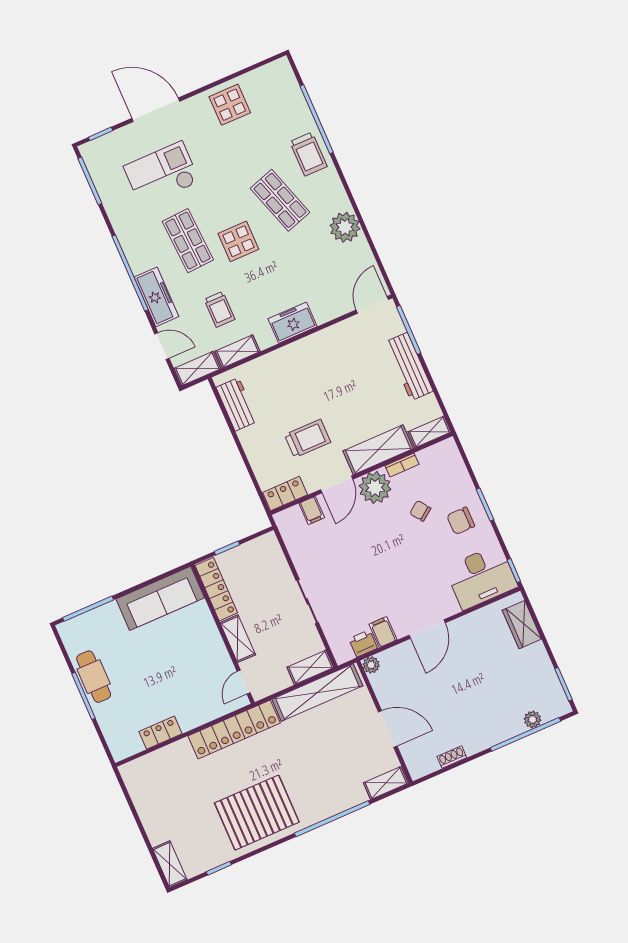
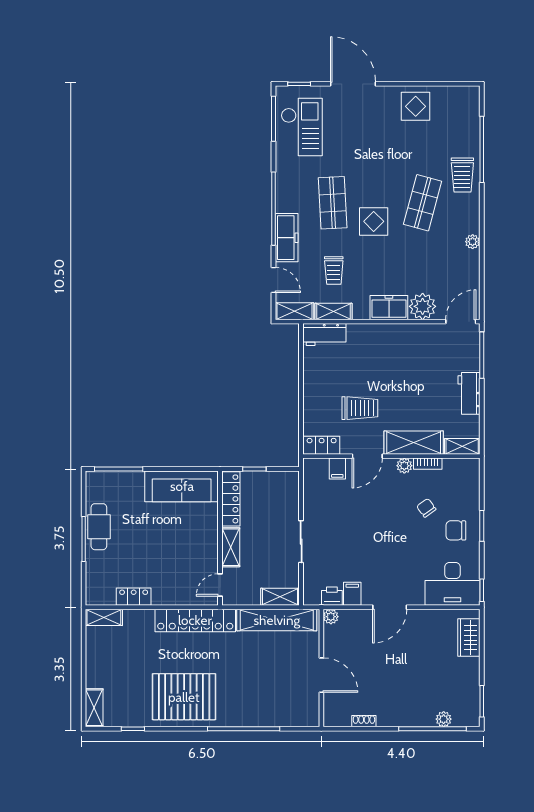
checkout: (162, 174) -> (302, 127), moved, turned 90
shop shelf: (280, 200) -> (423, 203), turned 33
plant: (345, 227) -> (473, 242), width x0.53, depth x0.53
plant: (326, 306) -> (423, 306), added
workbench: (409, 367) -> (469, 393), width x0.73
workbench: (237, 404) -> (324, 335), moved, turned 90
plant: (375, 488) -> (404, 466), width x0.53, depth x0.53
shelving: (386, 783) -> (104, 617), moved

